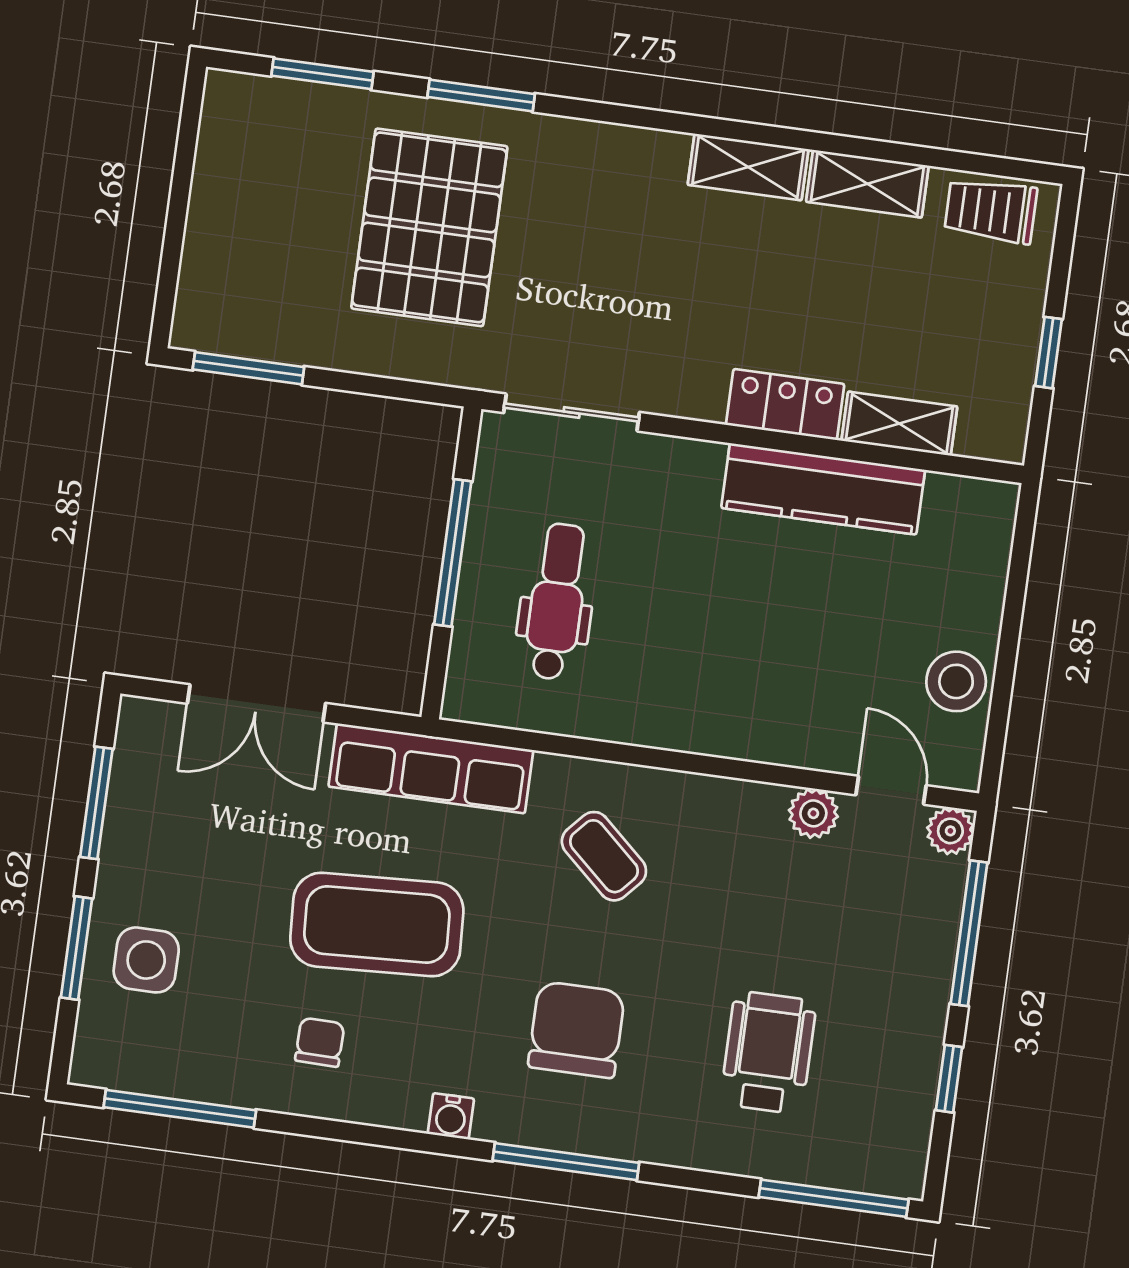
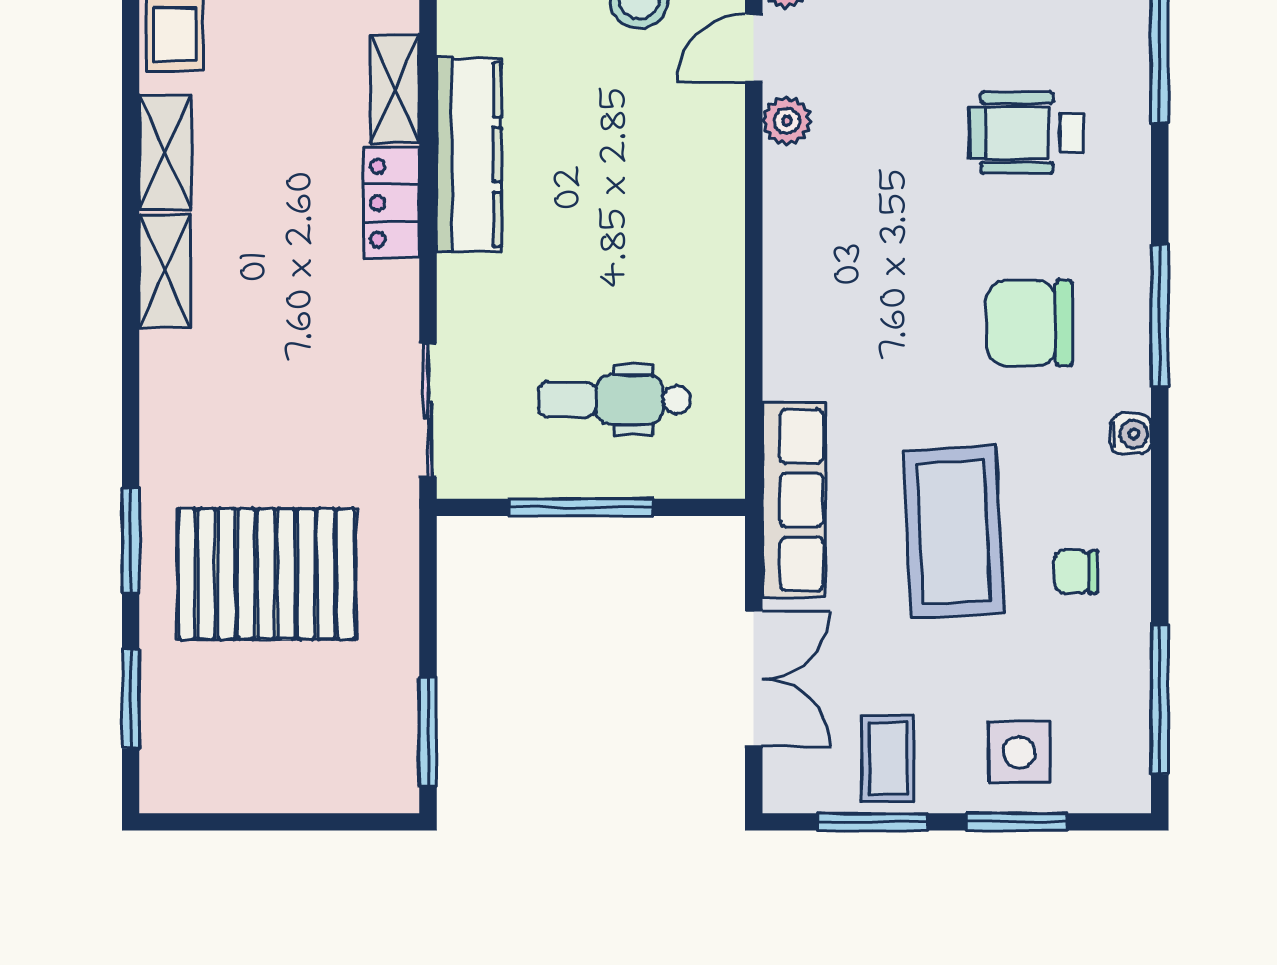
coffee table: (604, 856) -> (888, 759), moved, turned -42

